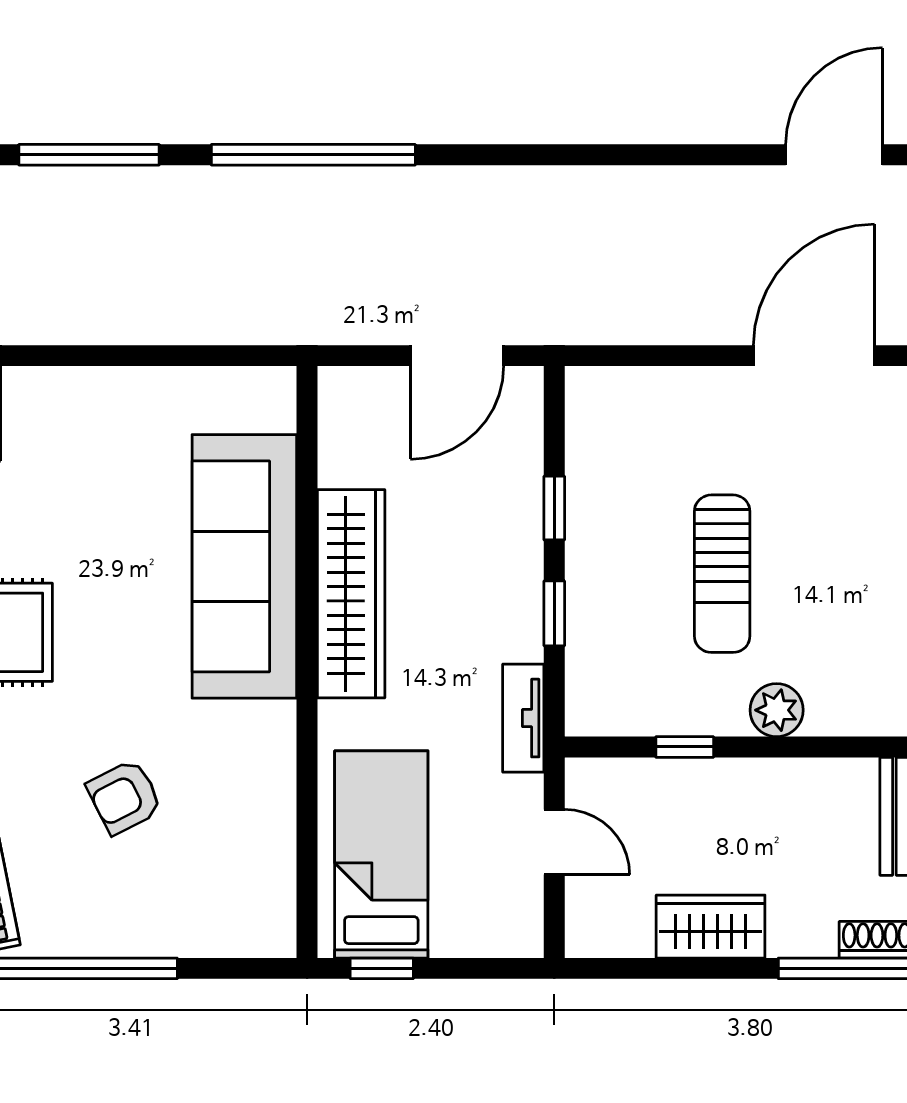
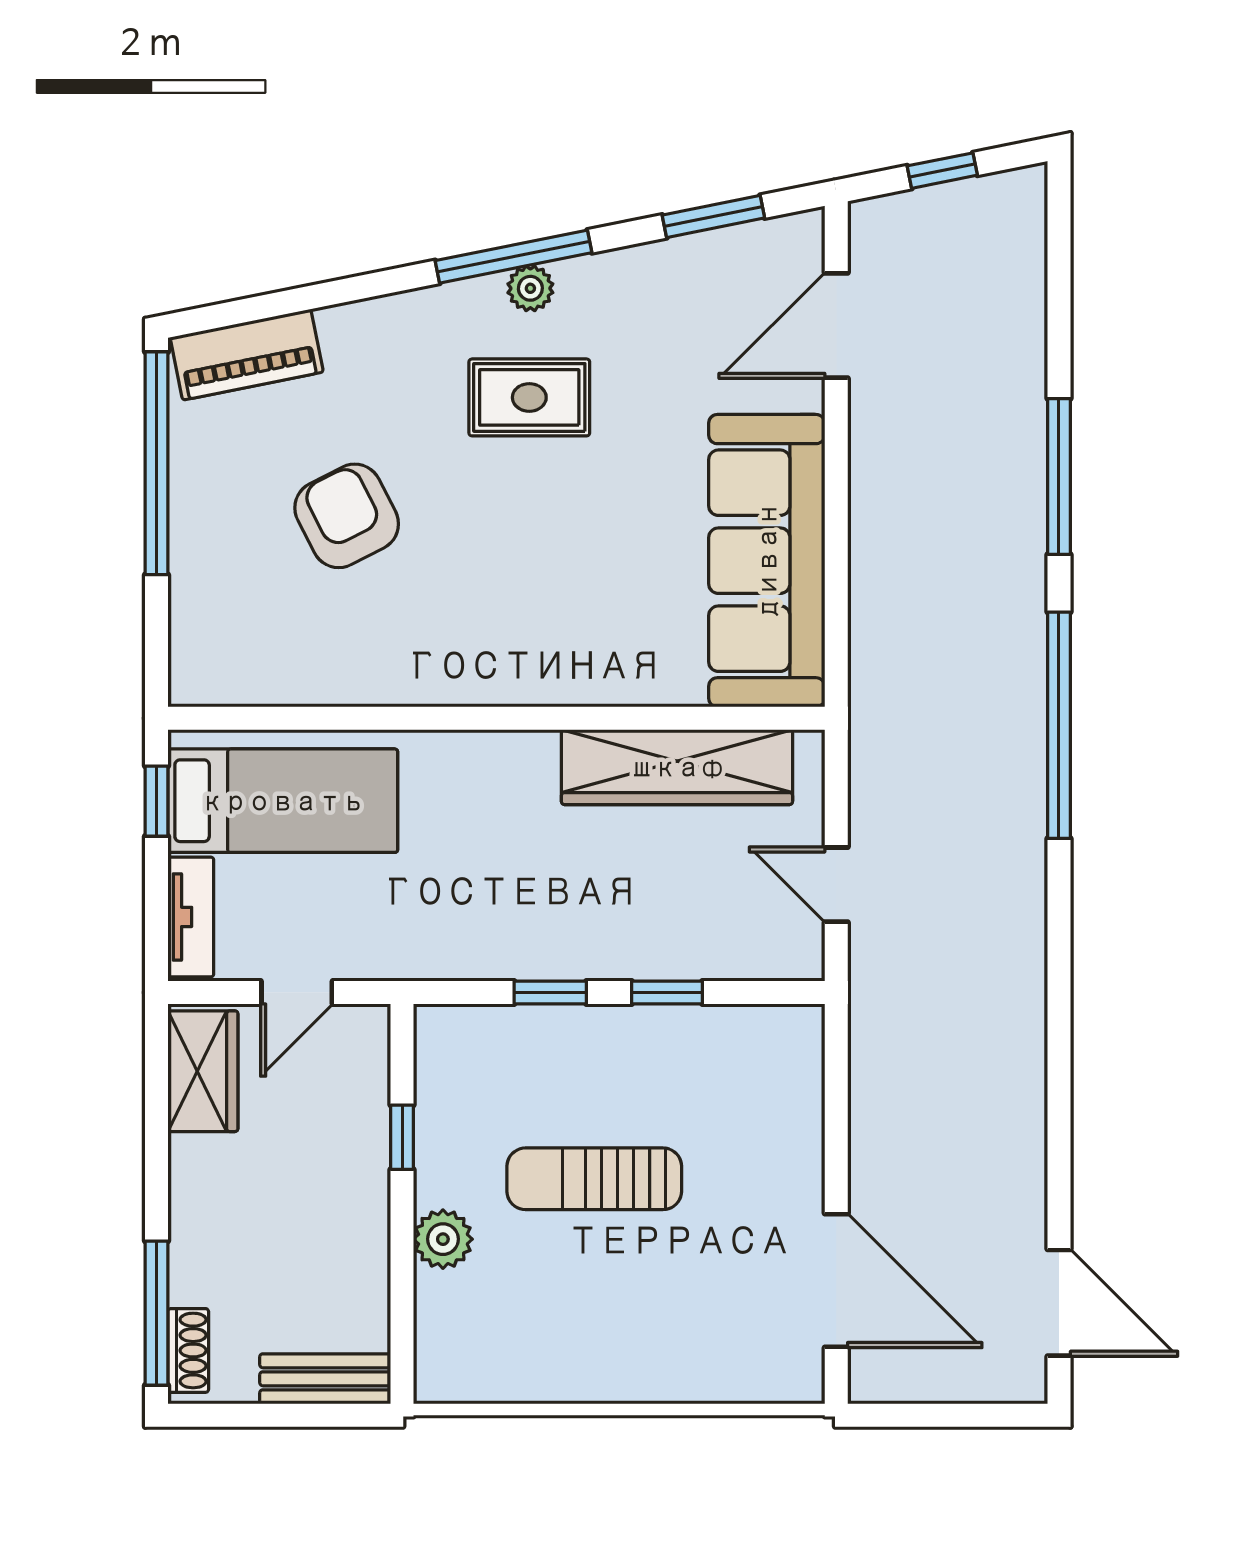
door: (457, 356) -> (836, 885), width x0.73
sofa: (244, 566) -> (767, 561), moved, turned -90
wardrobe: (351, 594) -> (677, 767), moved
tv unit: (523, 718) -> (191, 917), moved, turned 90
armchair: (124, 797) -> (347, 516), width x1.38, depth x1.38
wardrobe: (711, 927) -> (203, 1071), moved

